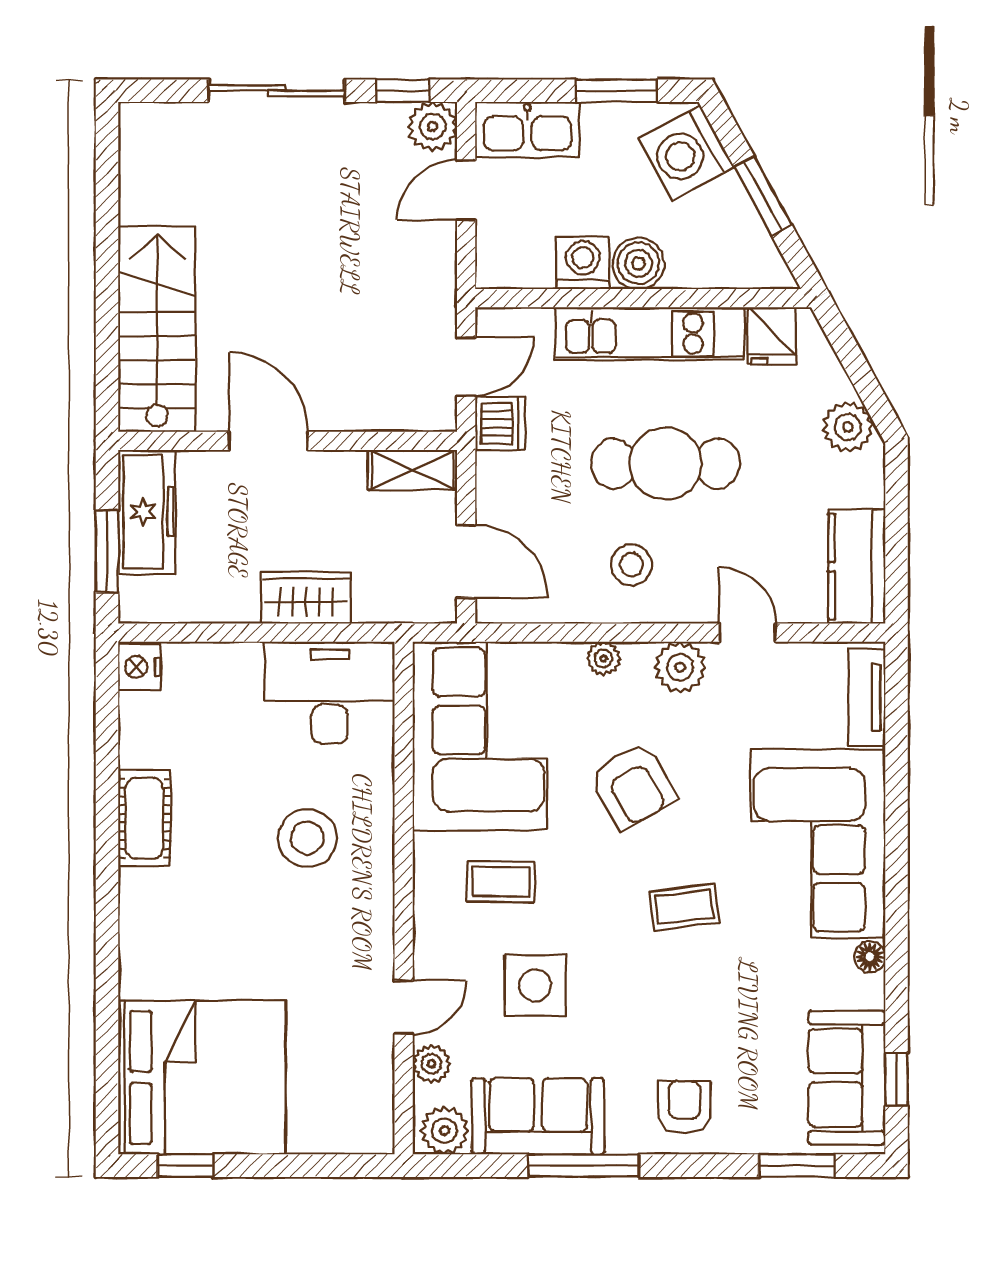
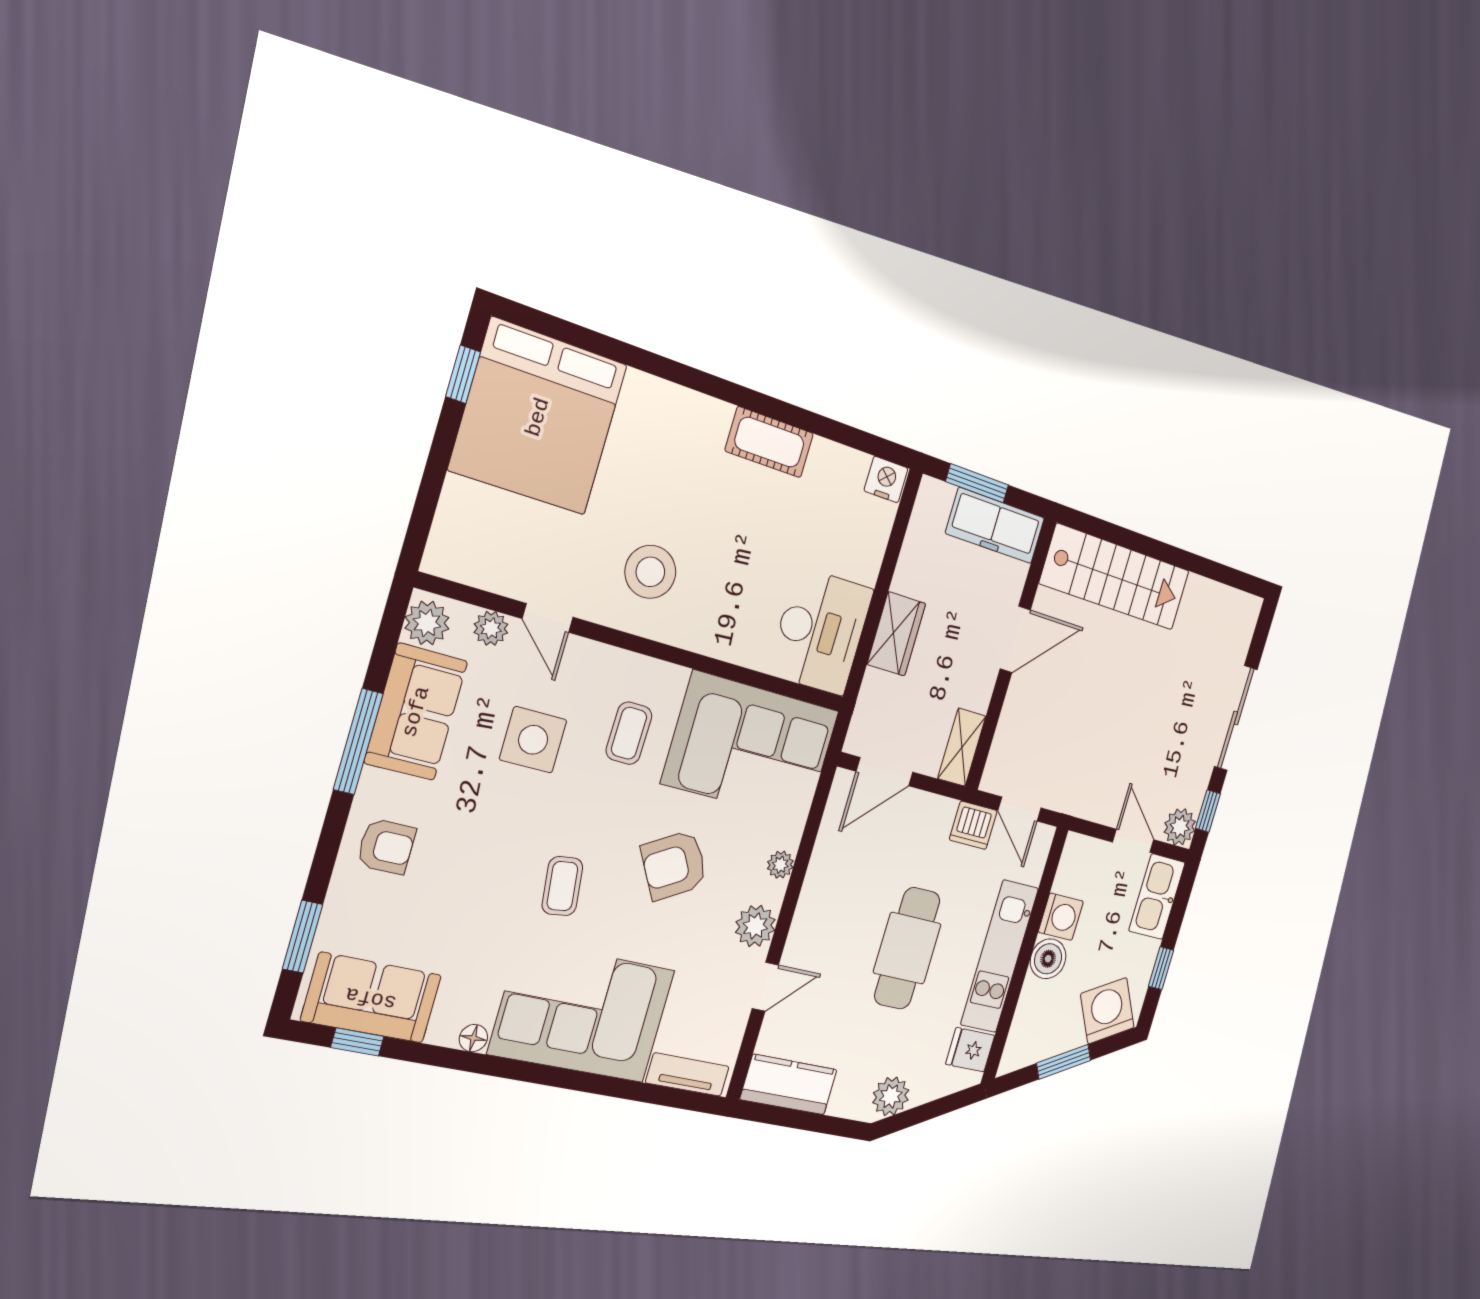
window: (616, 91) -> (1161, 968), width x0.67
stool: (632, 565) -> (843, 904), removed
stool: (307, 838) -> (650, 572), moved

